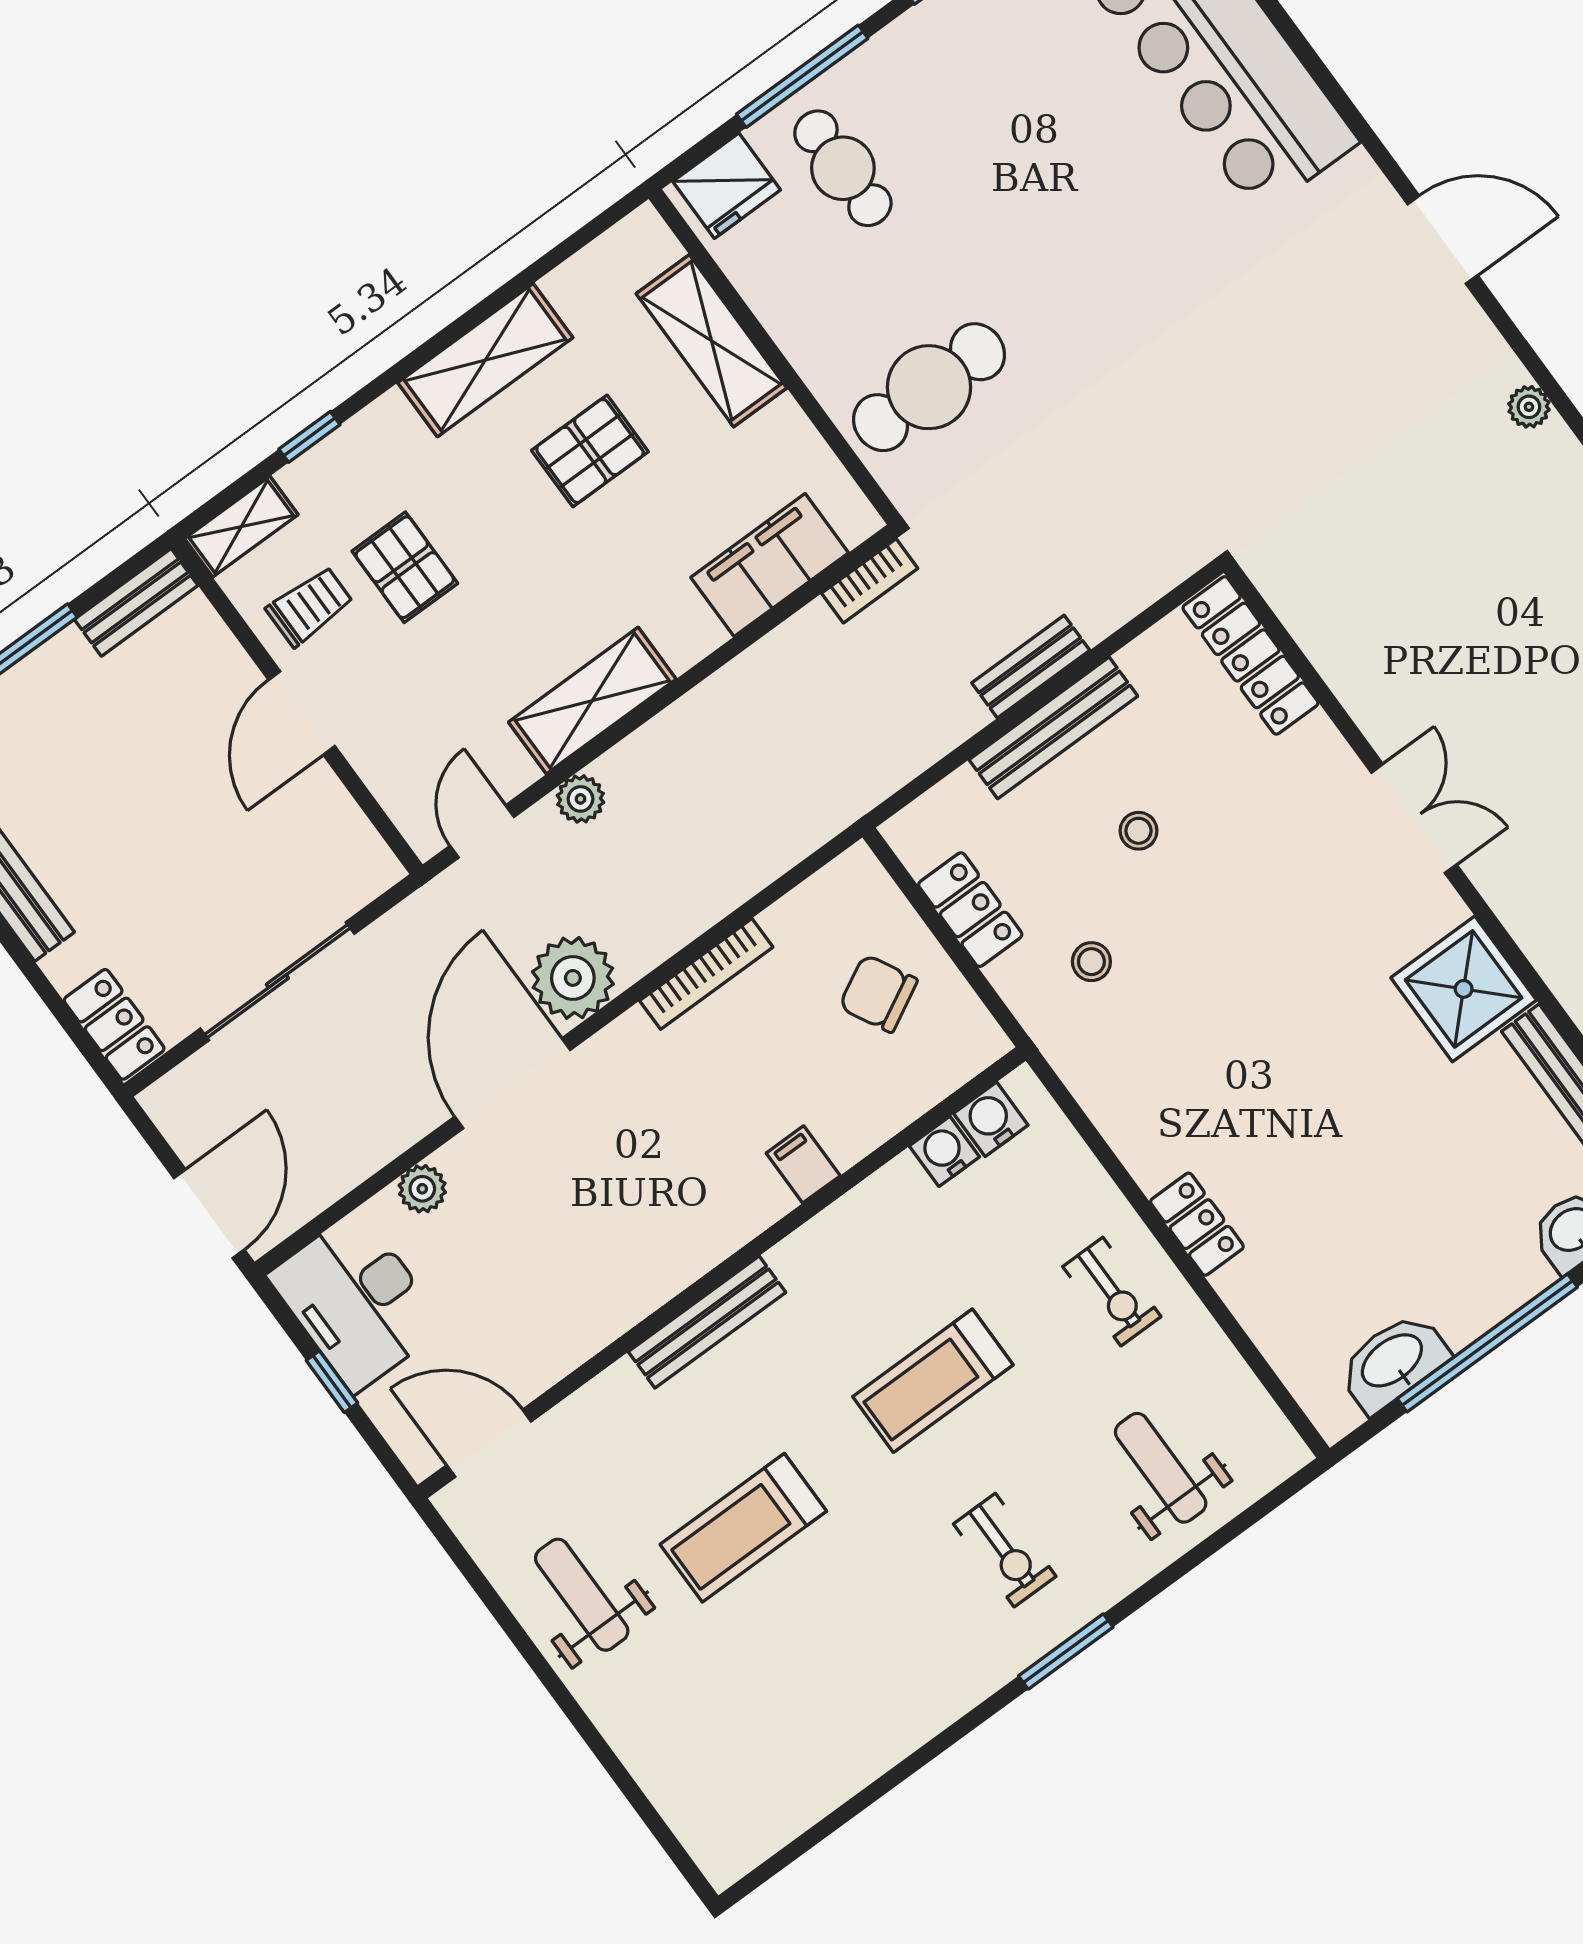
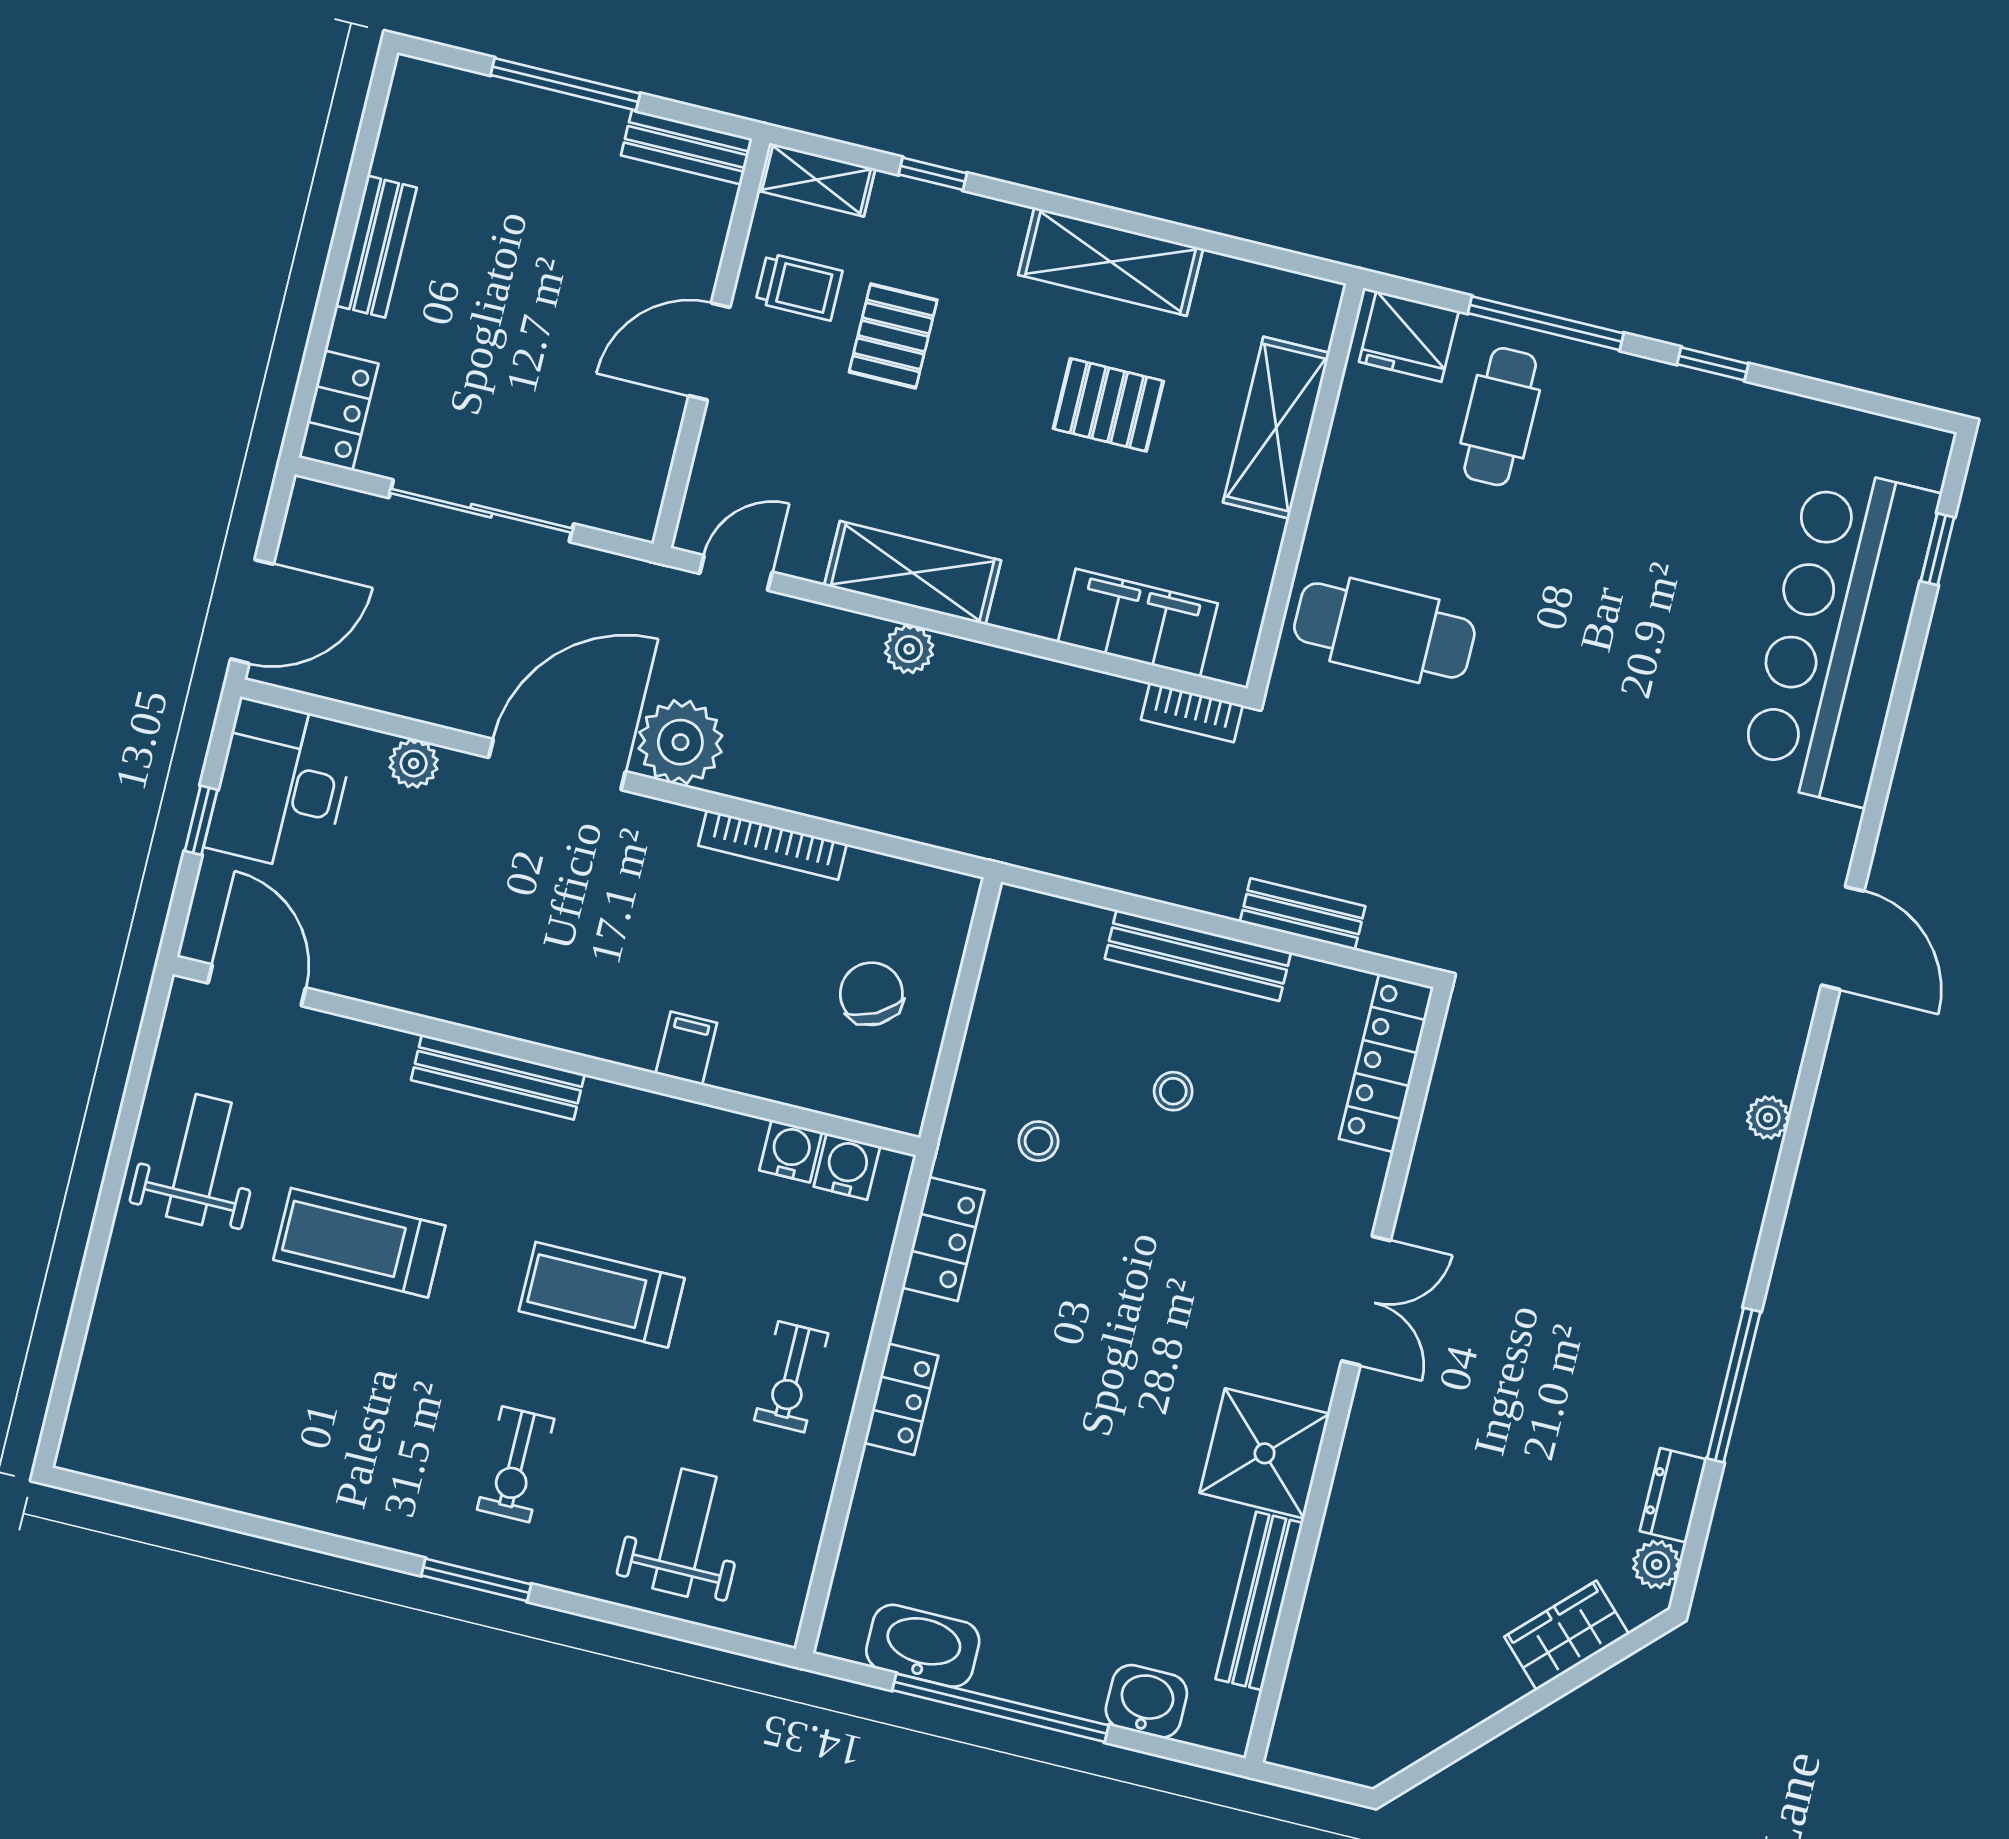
bench: (1031, 667) -> (1303, 914), moved
plant: (580, 799) -> (909, 649), moved
locker: (970, 910) -> (943, 1239), moved

